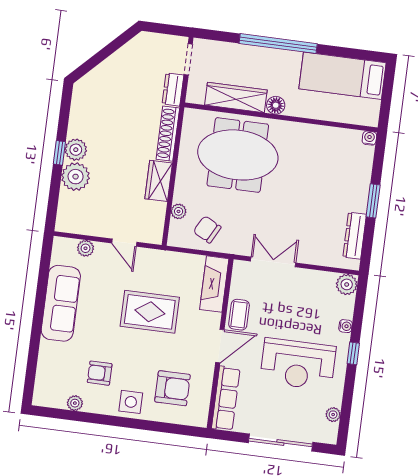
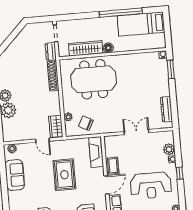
window: (278, 44) -> (121, 13), moved
wardrobe: (159, 181) -> (56, 126), moved
window: (373, 201) -> (171, 69), moved
plant: (86, 248) -> (12, 149), moved
double door: (273, 262) -> (136, 132), moved
plant: (347, 284) -> (169, 149), moved
sofa: (61, 303) -> (15, 175), width x0.73
rug: (150, 312) -> (64, 175), turned 90

